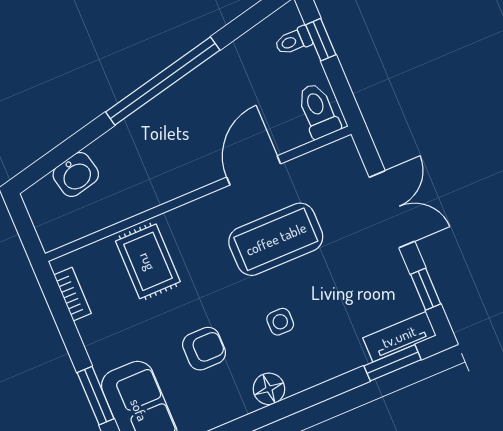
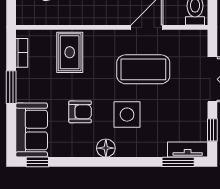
side table: (280, 322) -> (127, 115), width x1.87, depth x1.87
window: (96, 396) -> (11, 87), moved

